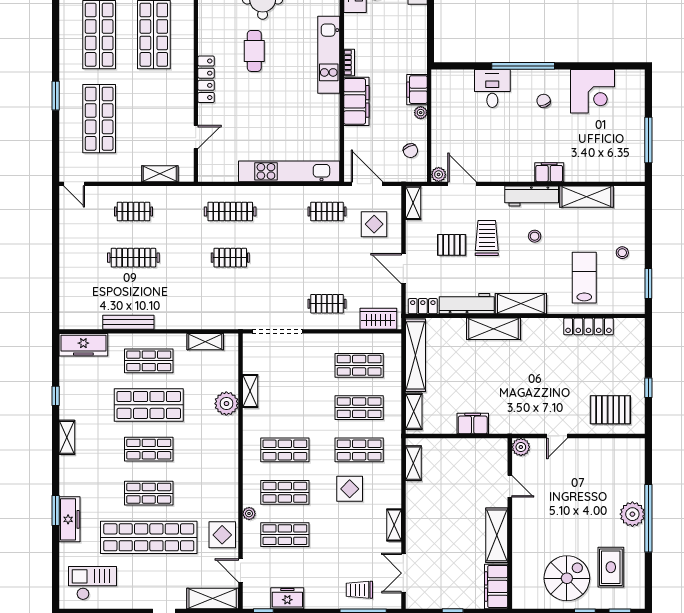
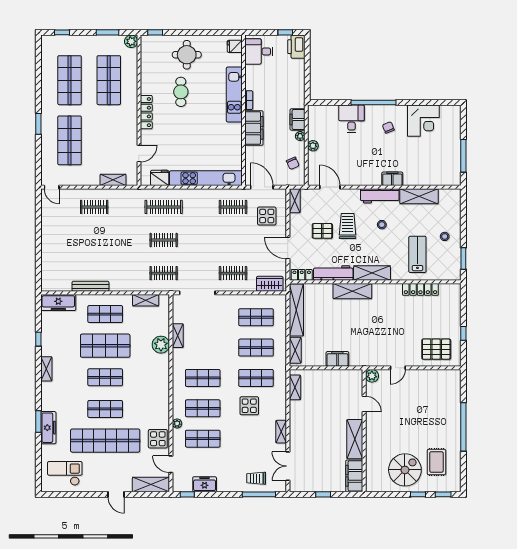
fridge: (225, 171) -> (160, 178), added
plant: (439, 174) -> (313, 146), moved
clothes rail: (133, 258) -> (164, 273), moved, width x0.73
plant: (632, 514) -> (452, 424), removed

